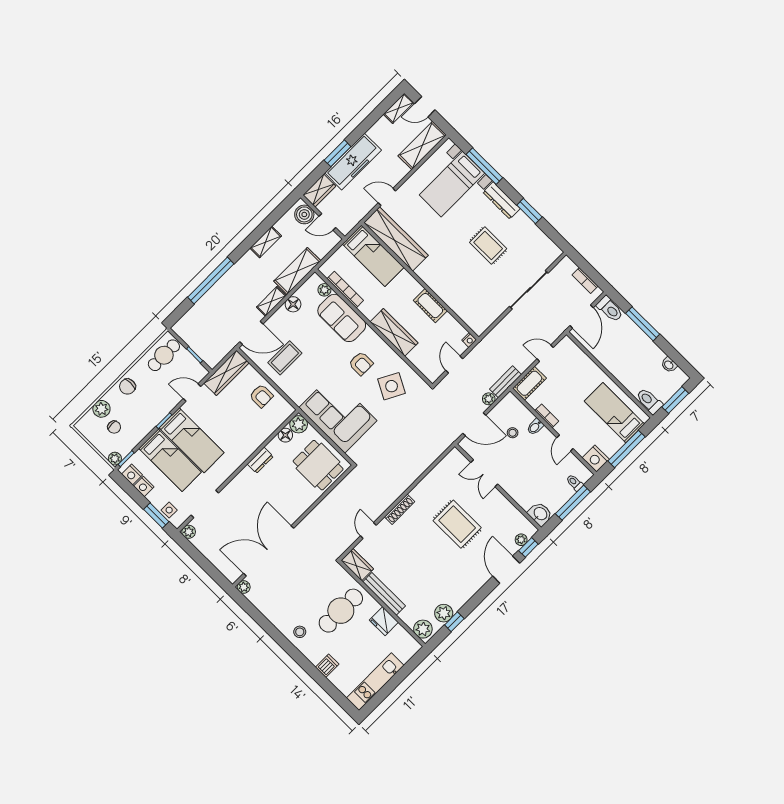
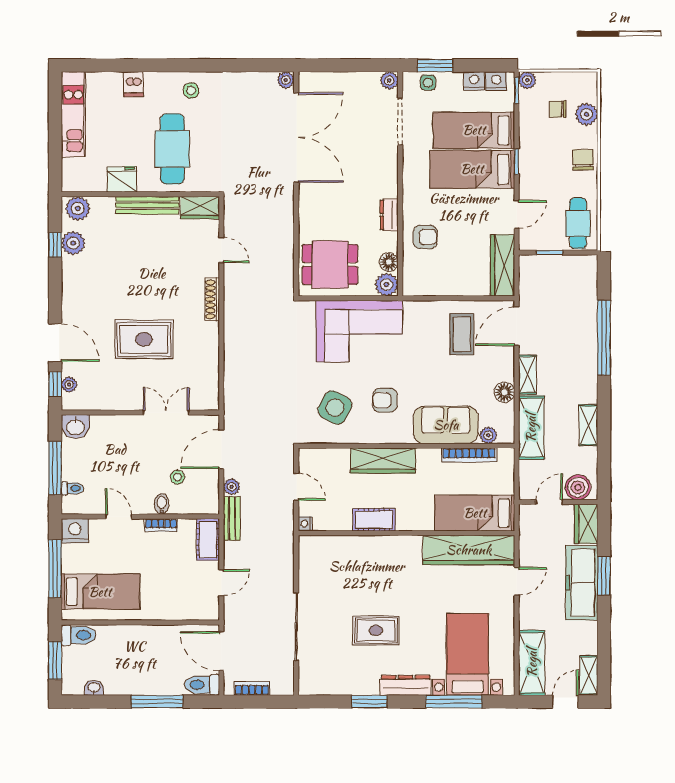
armchair: (261, 396) -> (425, 237), moved, turned 180

